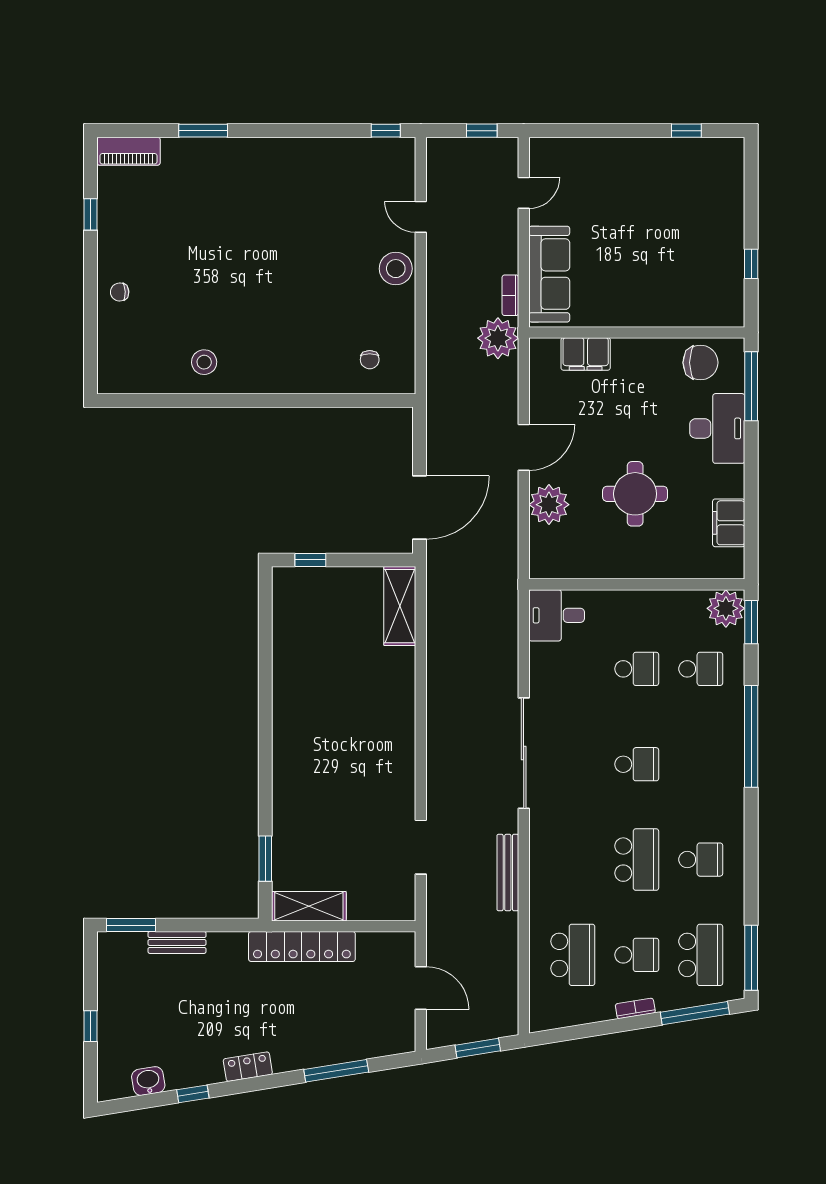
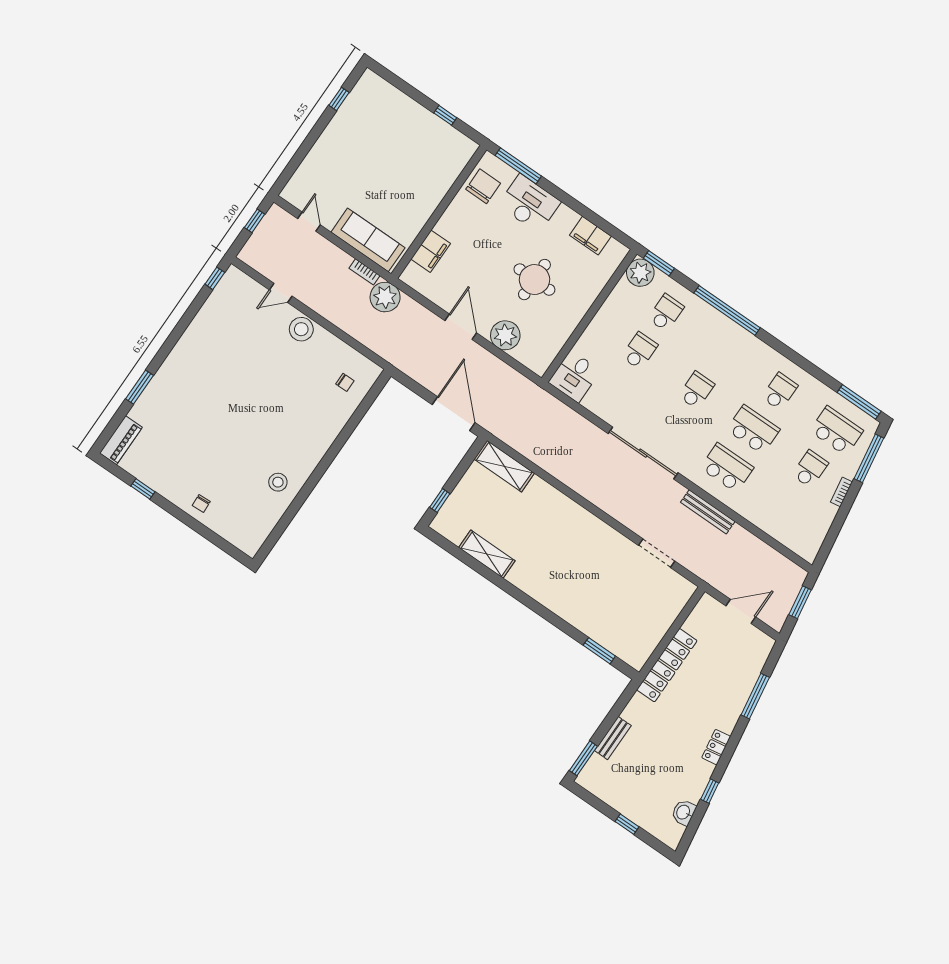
shelving: (309, 906) -> (487, 554), moved, turned 90
school desk: (573, 955) -> (727, 468), moved

